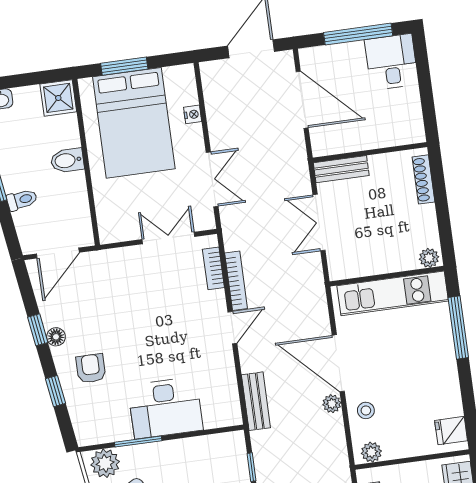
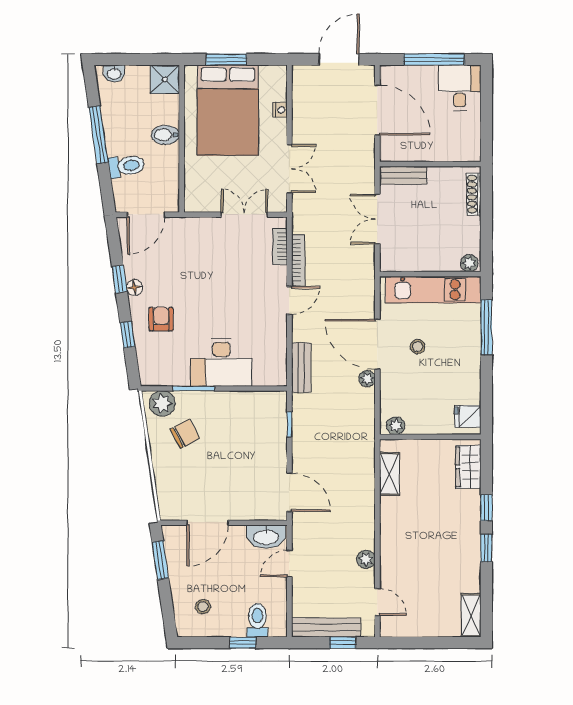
toilet: (22, 200) -> (126, 166), width x1.37, depth x1.39
stool: (366, 410) -> (418, 347), moved

